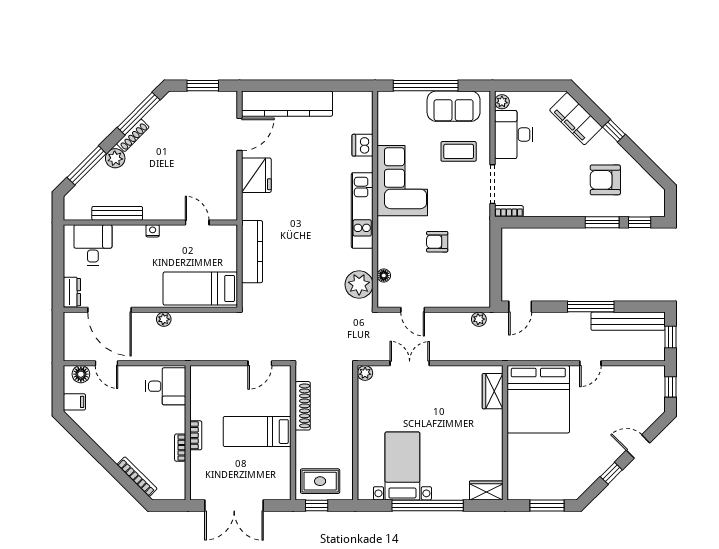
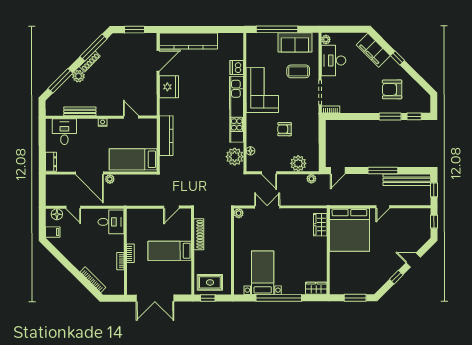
kitchen unit: (362, 210) -> (237, 109), width x1.36
plant: (458, 295) -> (298, 163), added
door: (109, 310) -> (89, 173), moved

